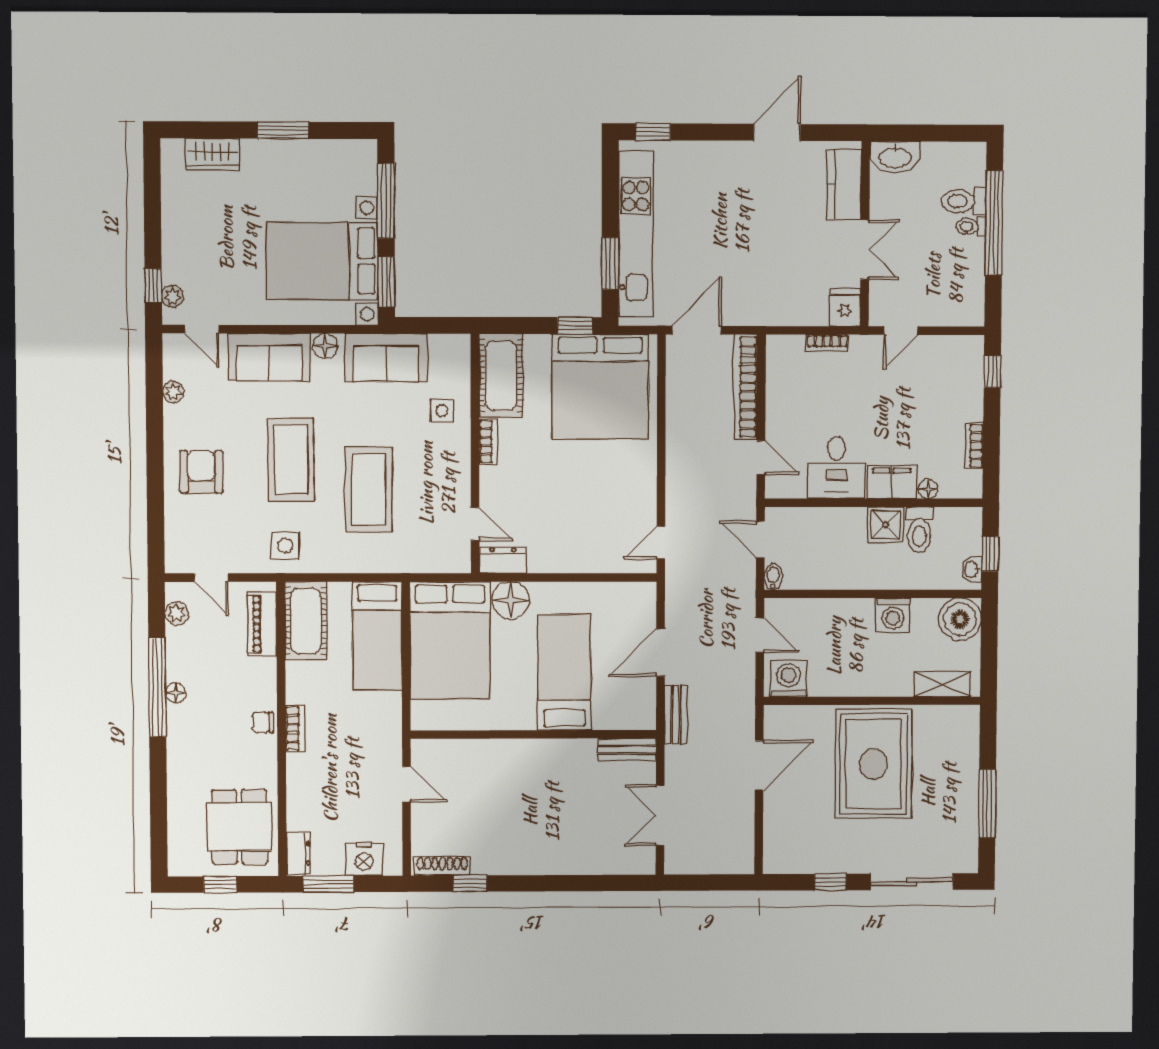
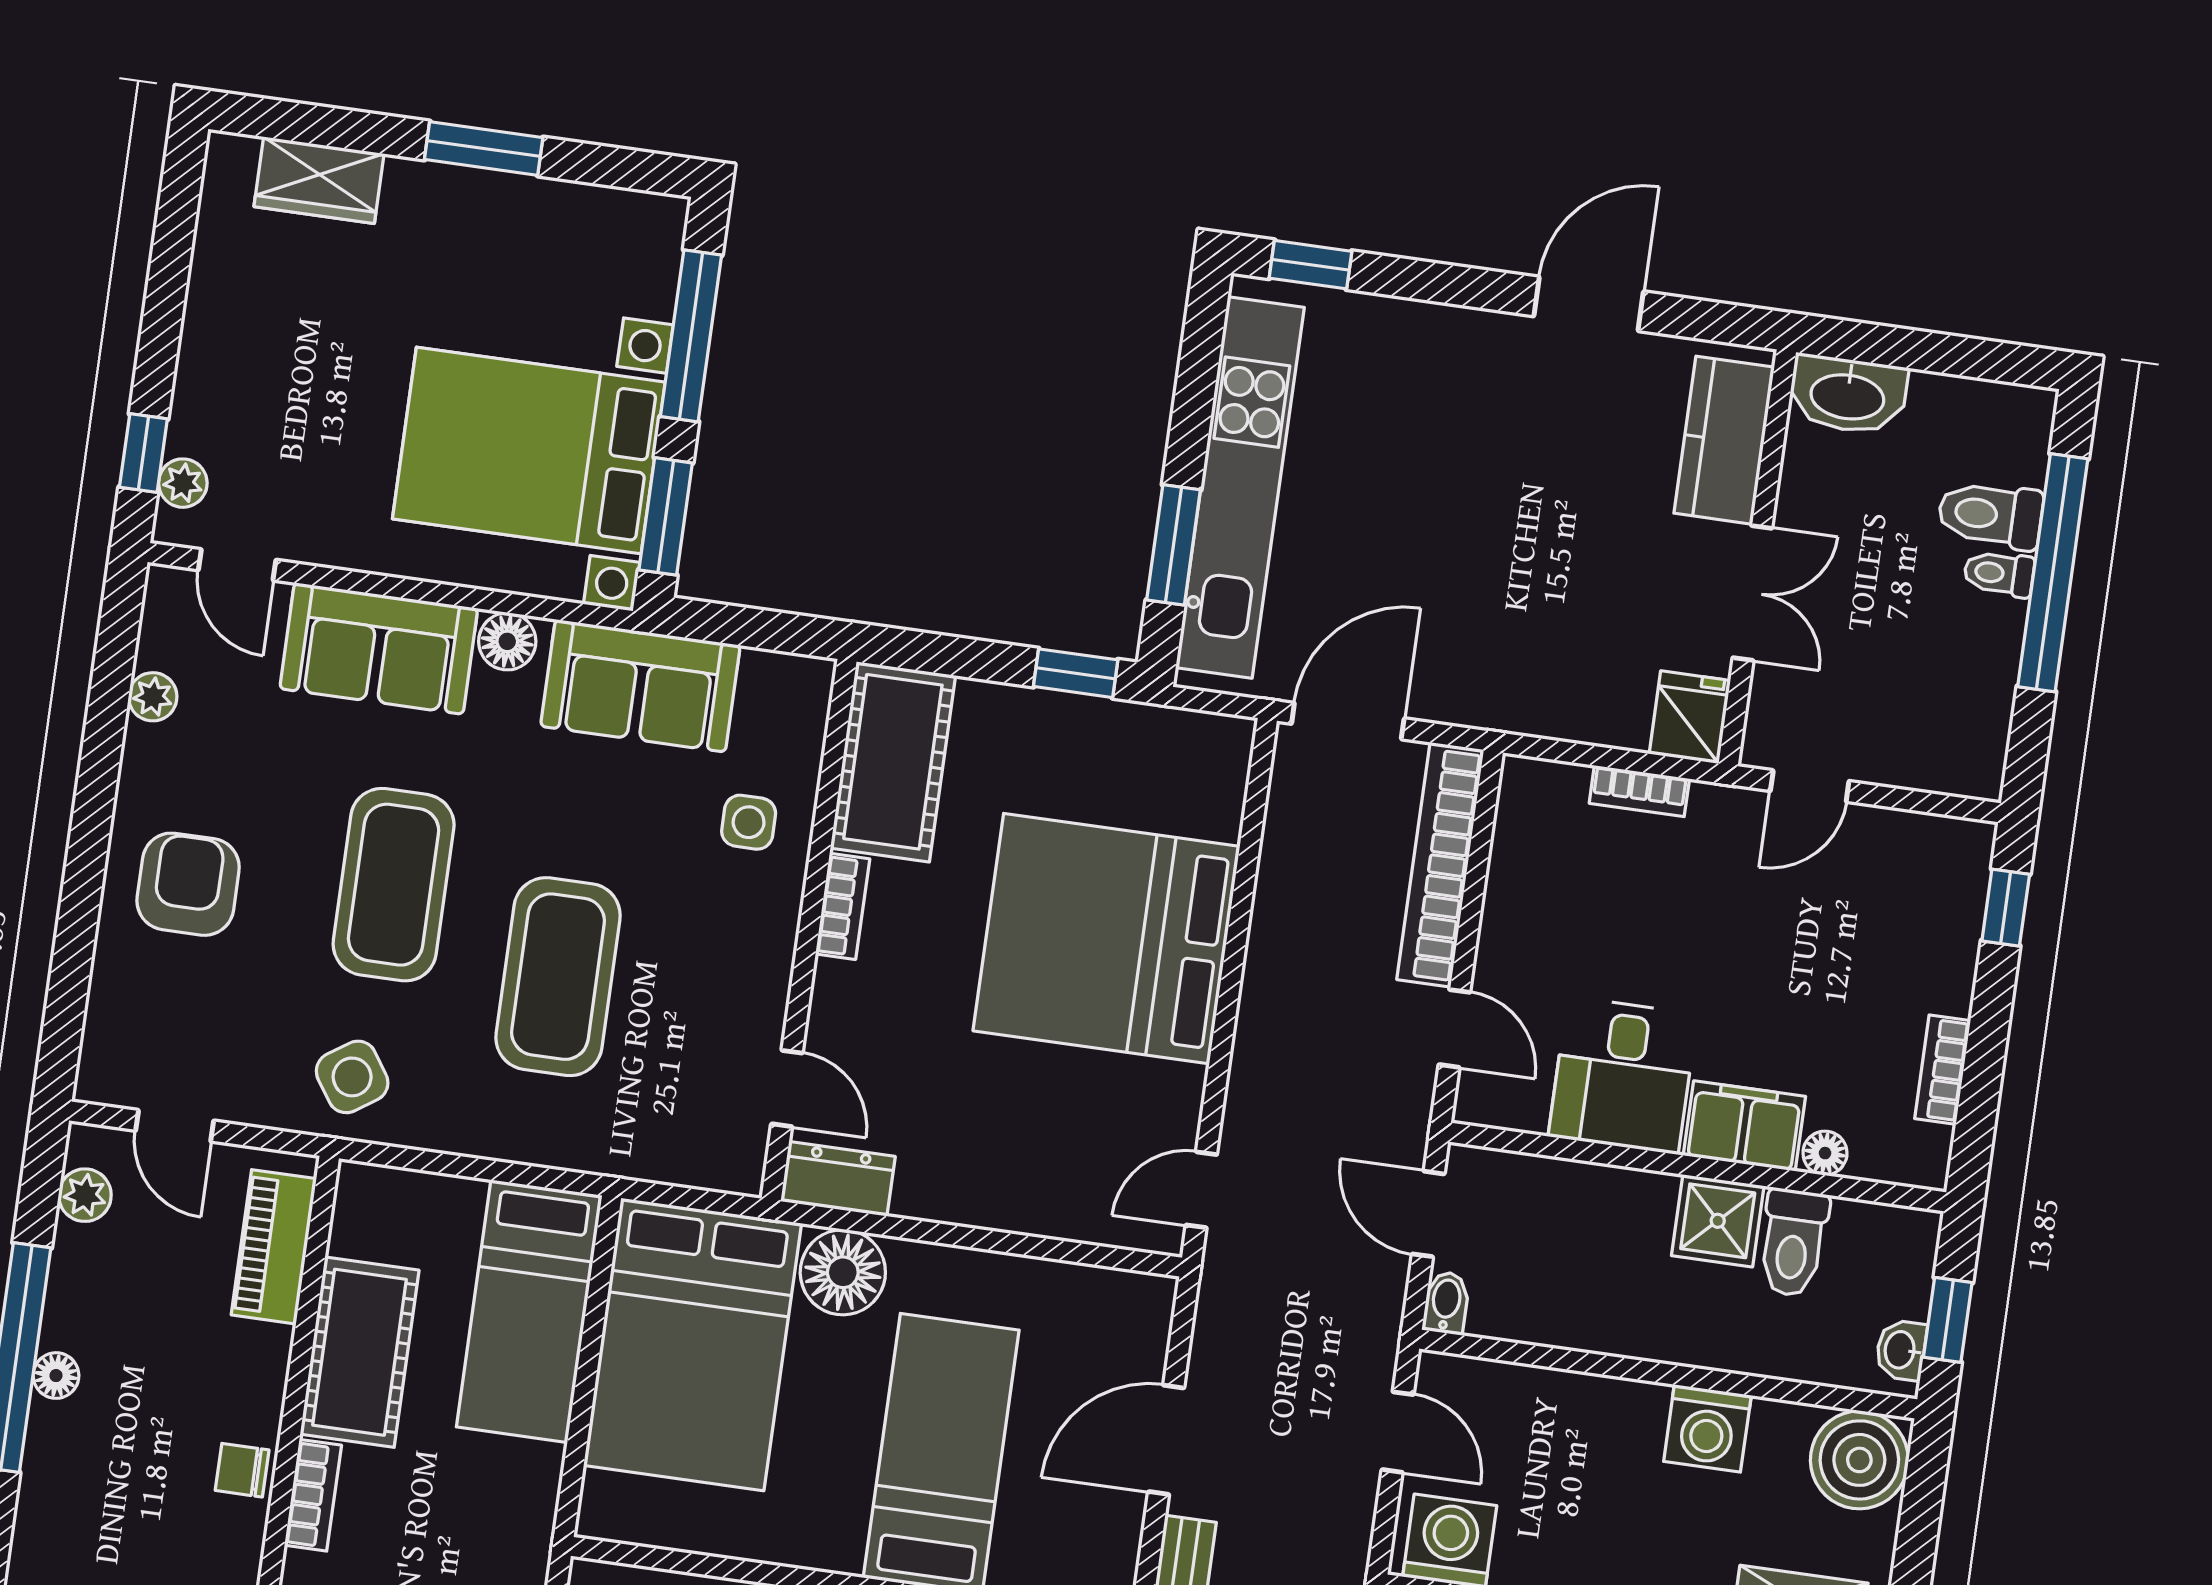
bed: (600, 387) -> (1106, 939), moved, turned 90
side table: (285, 546) -> (352, 1077), turned -34
cot: (306, 621) -> (359, 1352), moved

